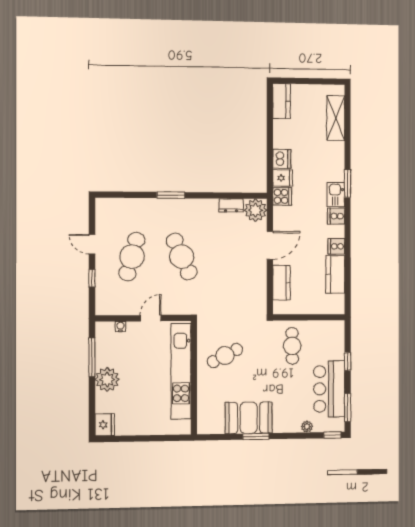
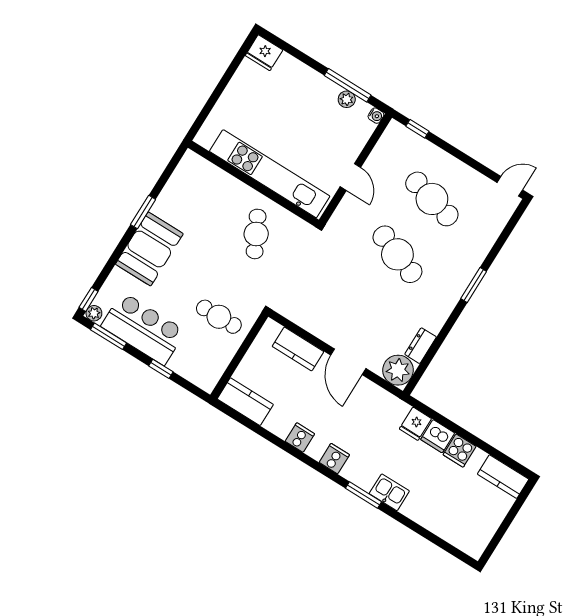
shelving: (336, 118) -> (446, 527), removed
kitchen sink: (336, 195) -> (389, 492), moved
cooker: (282, 196) -> (460, 451), moved
door: (92, 244) -> (510, 186), moved
cafe table: (182, 257) -> (397, 254), turned 45
kitchen counter: (335, 274) -> (245, 402), moved
window: (92, 278) -> (417, 129), moved
water cooler: (120, 327) -> (376, 116), moved
plant: (107, 380) -> (347, 99), moved, width x0.53, depth x0.53
booth: (249, 418) -> (149, 249), moved
plant: (307, 427) -> (94, 313), moved

